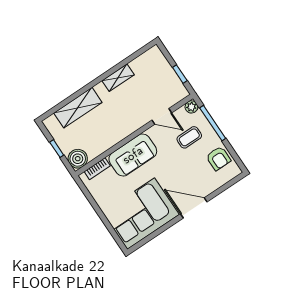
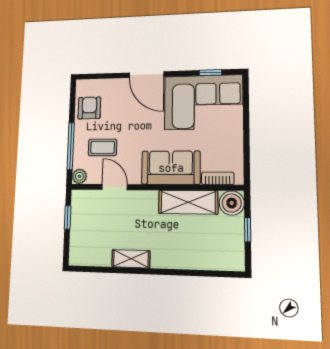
shelving: (78, 108) -> (188, 202), moved
window: (150, 237) -> (211, 73), added

